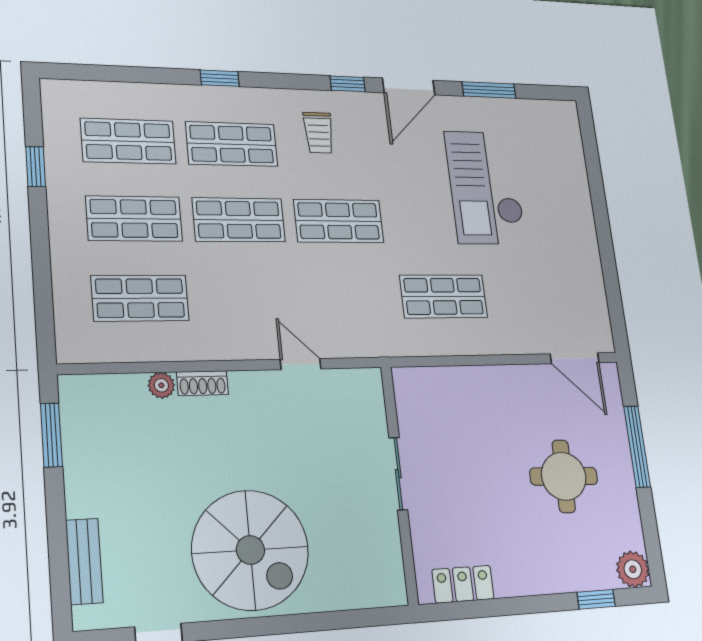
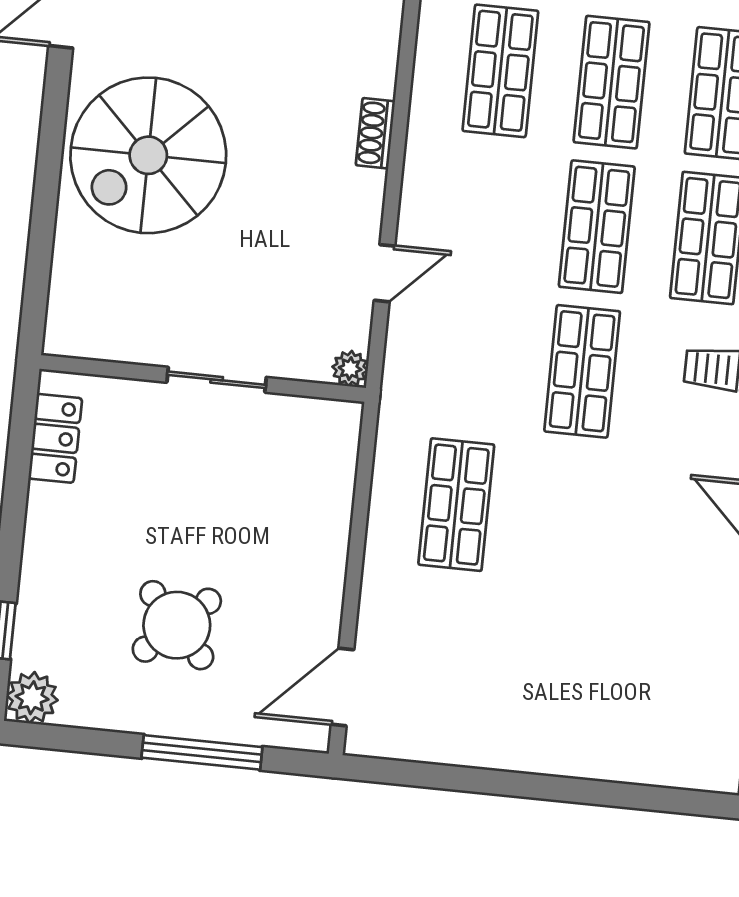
checkout: (485, 188) -> (613, 609), removed
plant: (161, 385) -> (350, 369), moved
round table: (564, 476) -> (177, 625), turned 45

